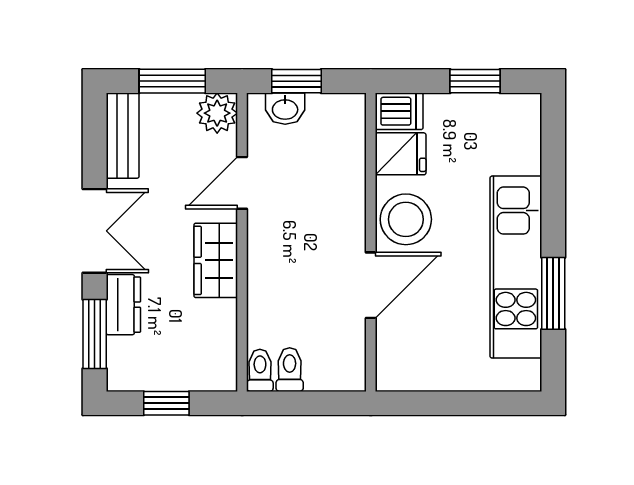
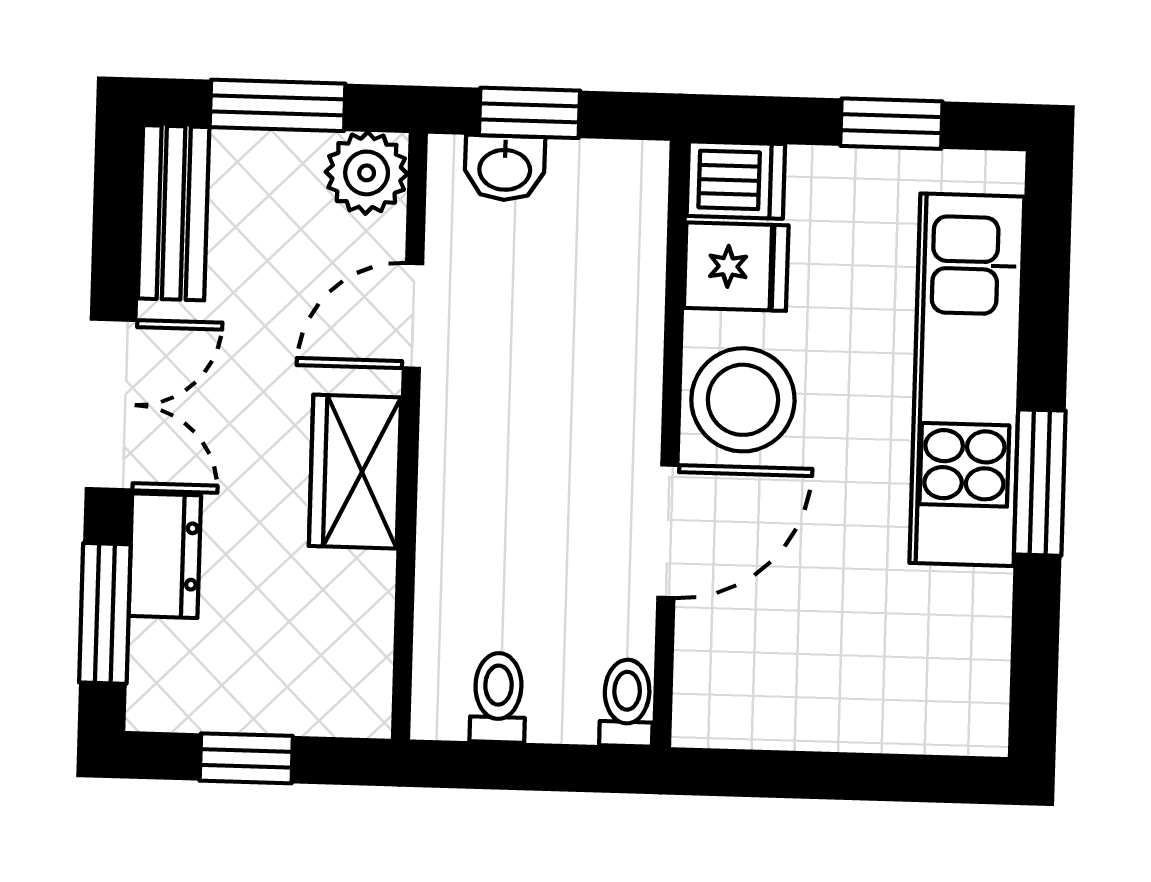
kitchen unit: (516, 267) -> (967, 380), moved
window: (553, 293) -> (1040, 483), moved
toilet: (260, 370) -> (627, 703), moved

